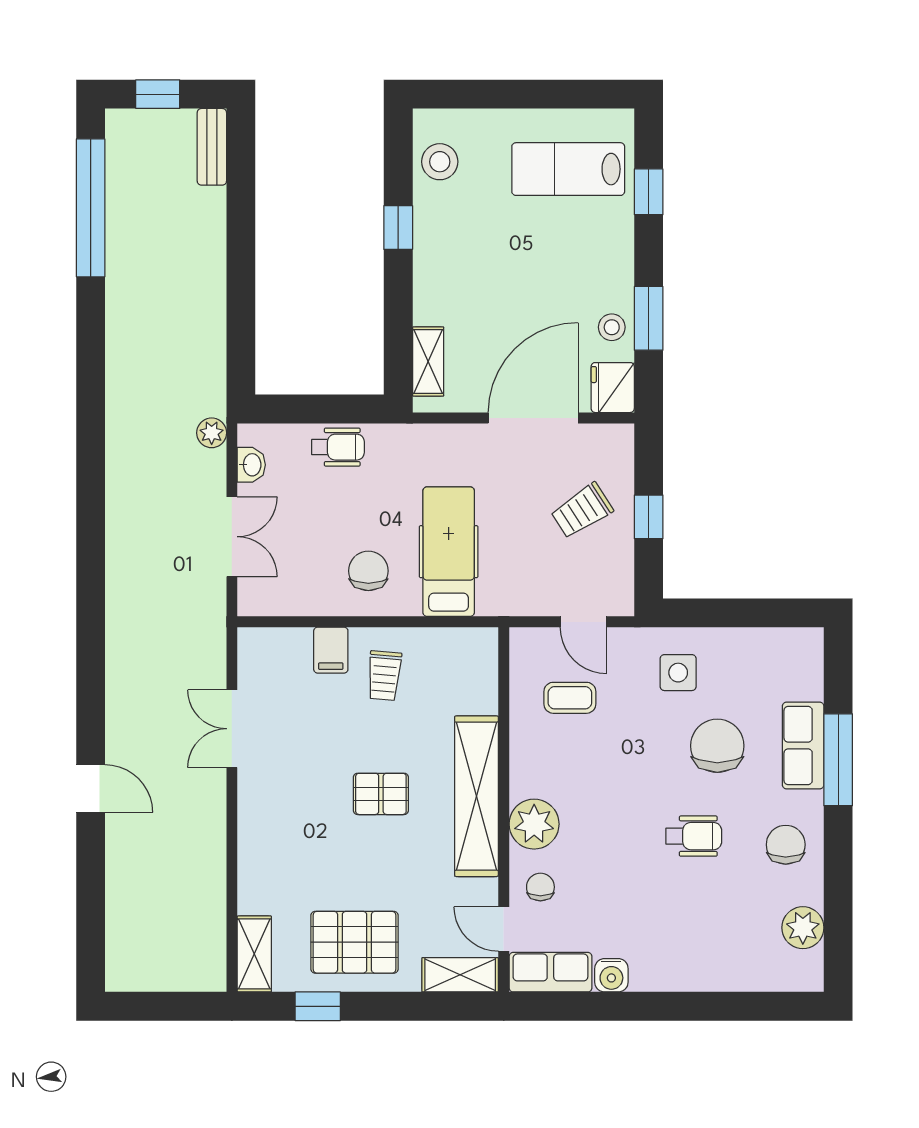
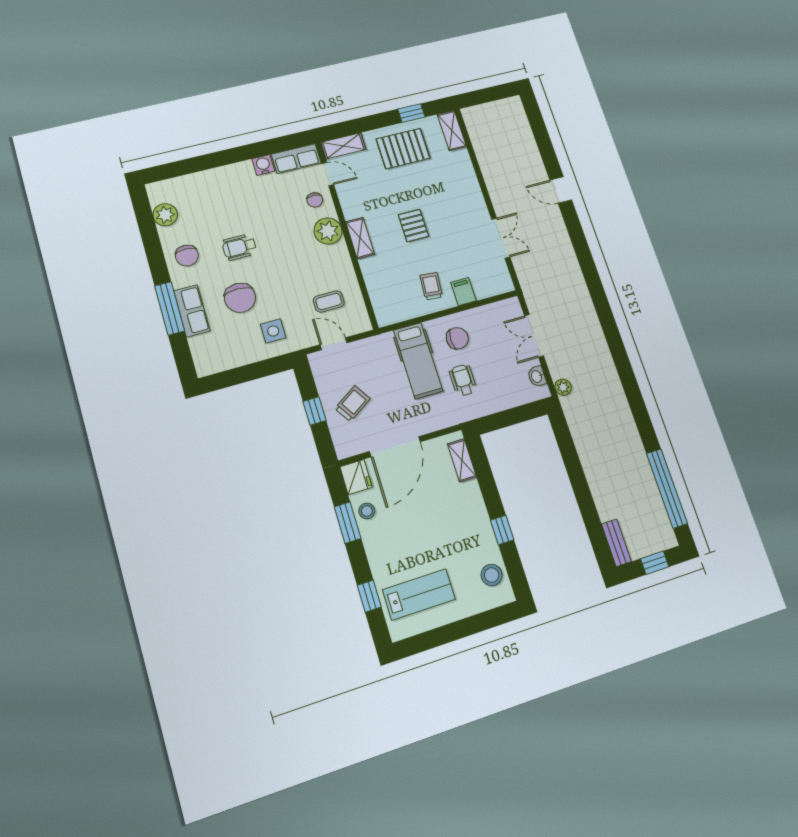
wheelchair: (338, 447) -> (463, 380), moved, turned 90
chair: (368, 571) -> (457, 338), turned -90
pallet: (381, 794) -> (413, 225), turned 90
shelving: (476, 796) -> (360, 238), width x0.45, depth x0.75

